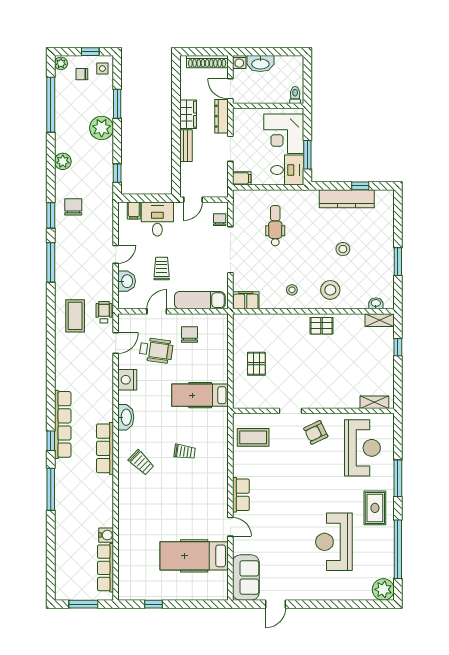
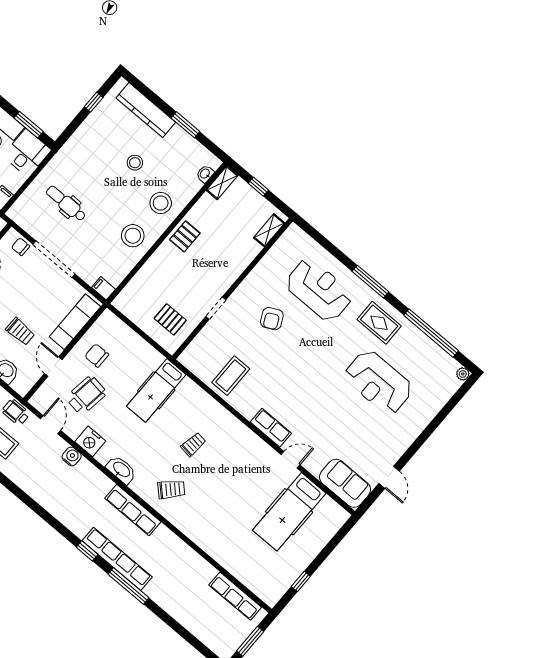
kitchen counter: (347, 199) -> (146, 110), moved, turned 90
trolley: (162, 269) -> (20, 332), turned 180
stool: (292, 290) -> (133, 236), width x1.89, depth x1.89
filing cabinet: (246, 300) -> (104, 288), width x0.50
shelving: (374, 402) -> (269, 230), moved
doorway: (291, 411) -> (216, 308), moved
wall: (313, 411) -> (232, 289), moved
row of seats: (63, 424) -> (117, 559), moved
water cooler: (106, 535) -> (72, 456), moved
plant: (383, 589) -> (463, 374), width x0.53, depth x0.53

